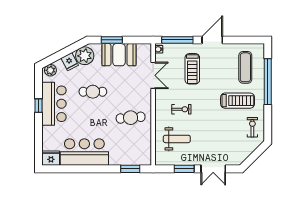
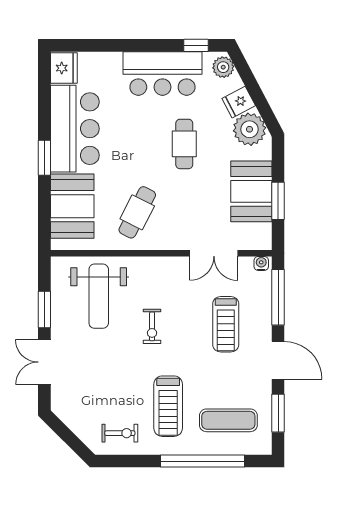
window: (112, 40) -> (278, 201), moved
window: (241, 40) -> (278, 413), added
treadmill: (192, 69) -> (226, 324), turned -90
window: (38, 106) -> (196, 45), moved
exercise bike: (181, 109) -> (152, 326), moved
cafe table: (131, 118) -> (137, 212), turned 32
weight bench: (177, 139) -> (99, 296), width x1.36, depth x1.33
booth: (127, 153) -> (72, 206), added
window: (130, 169) -> (44, 158), moved

